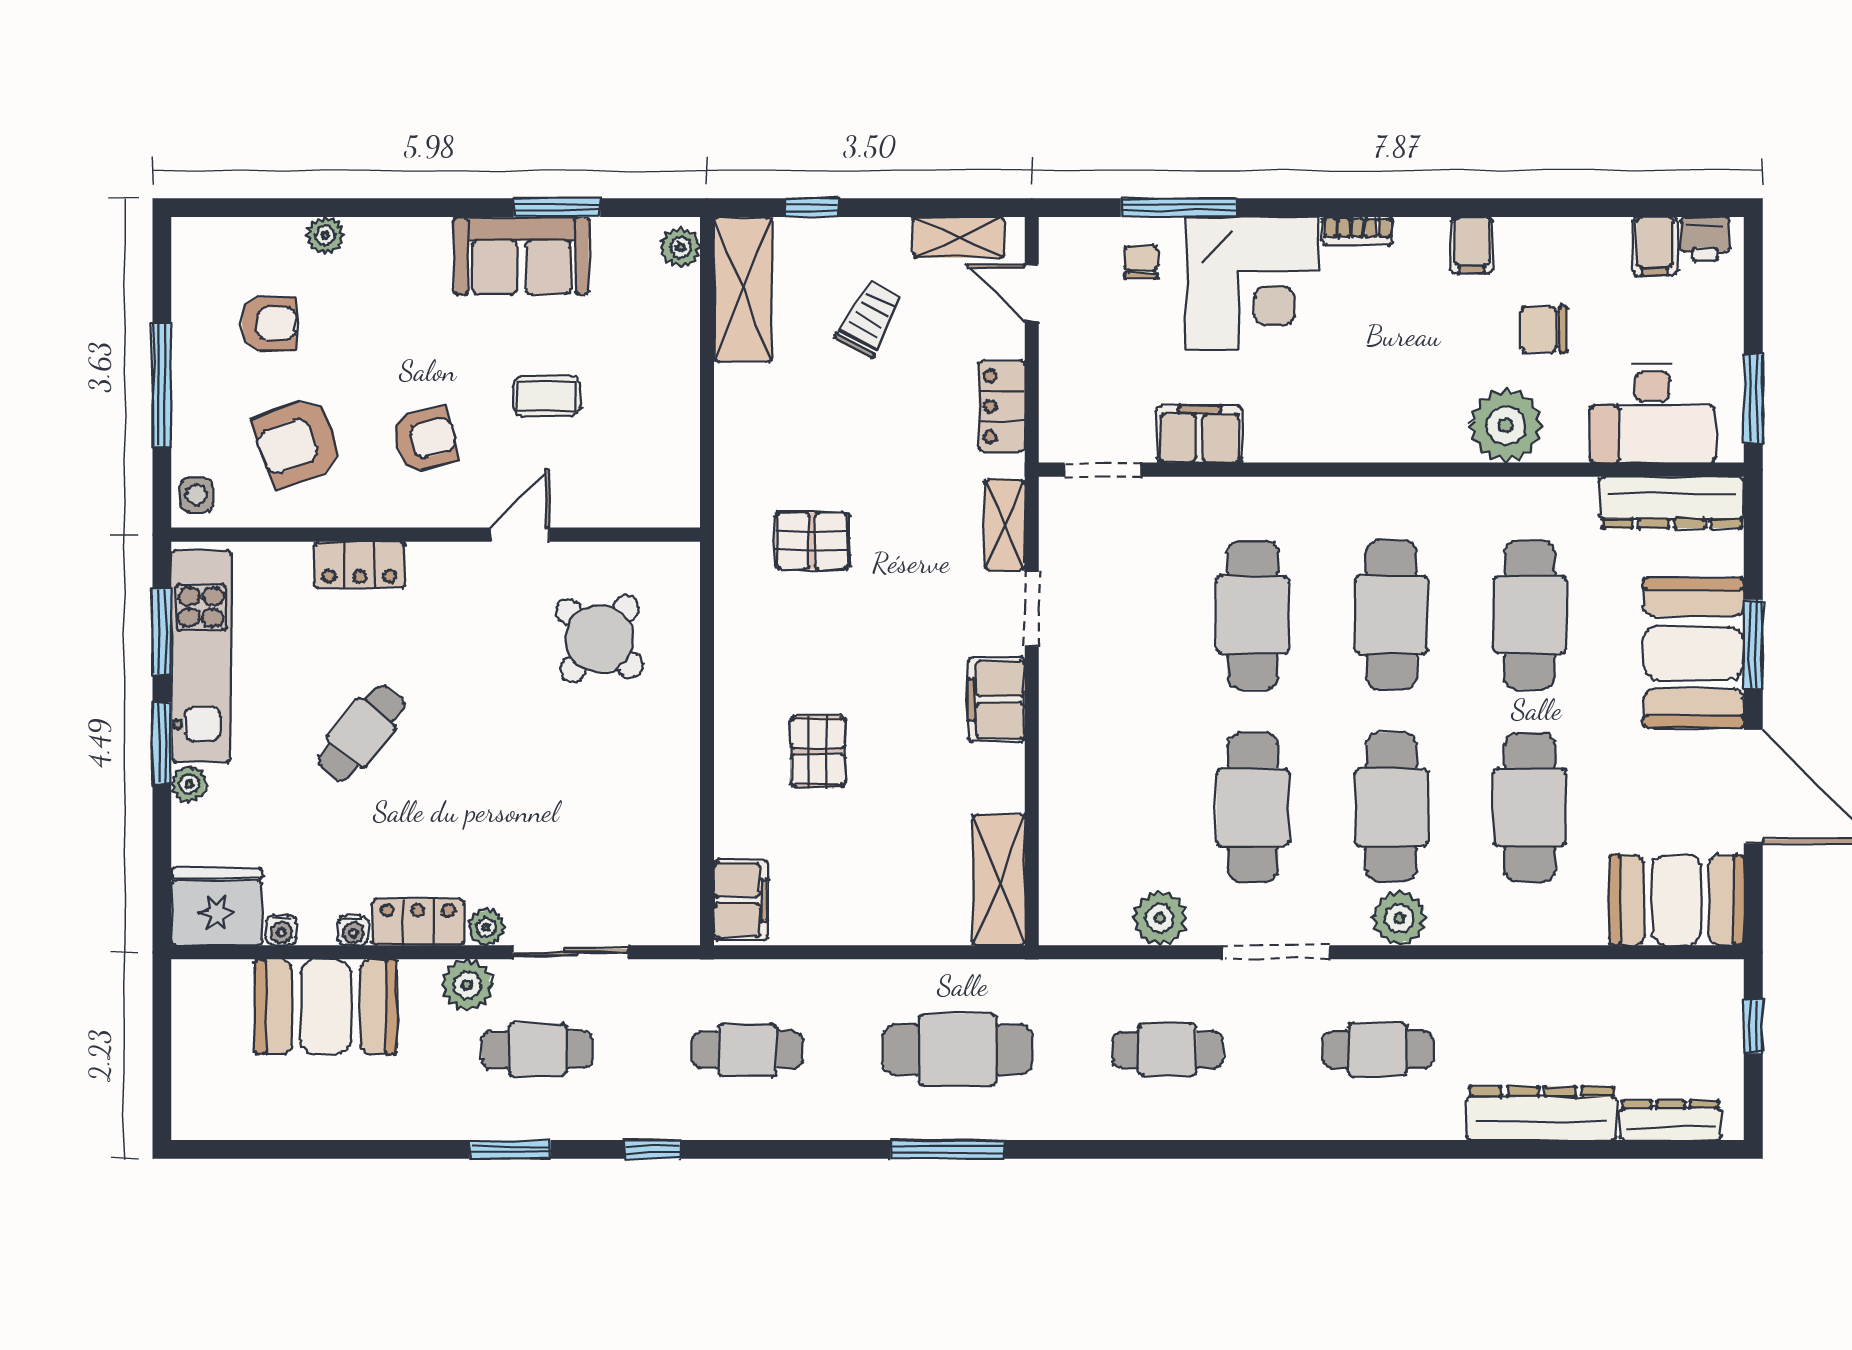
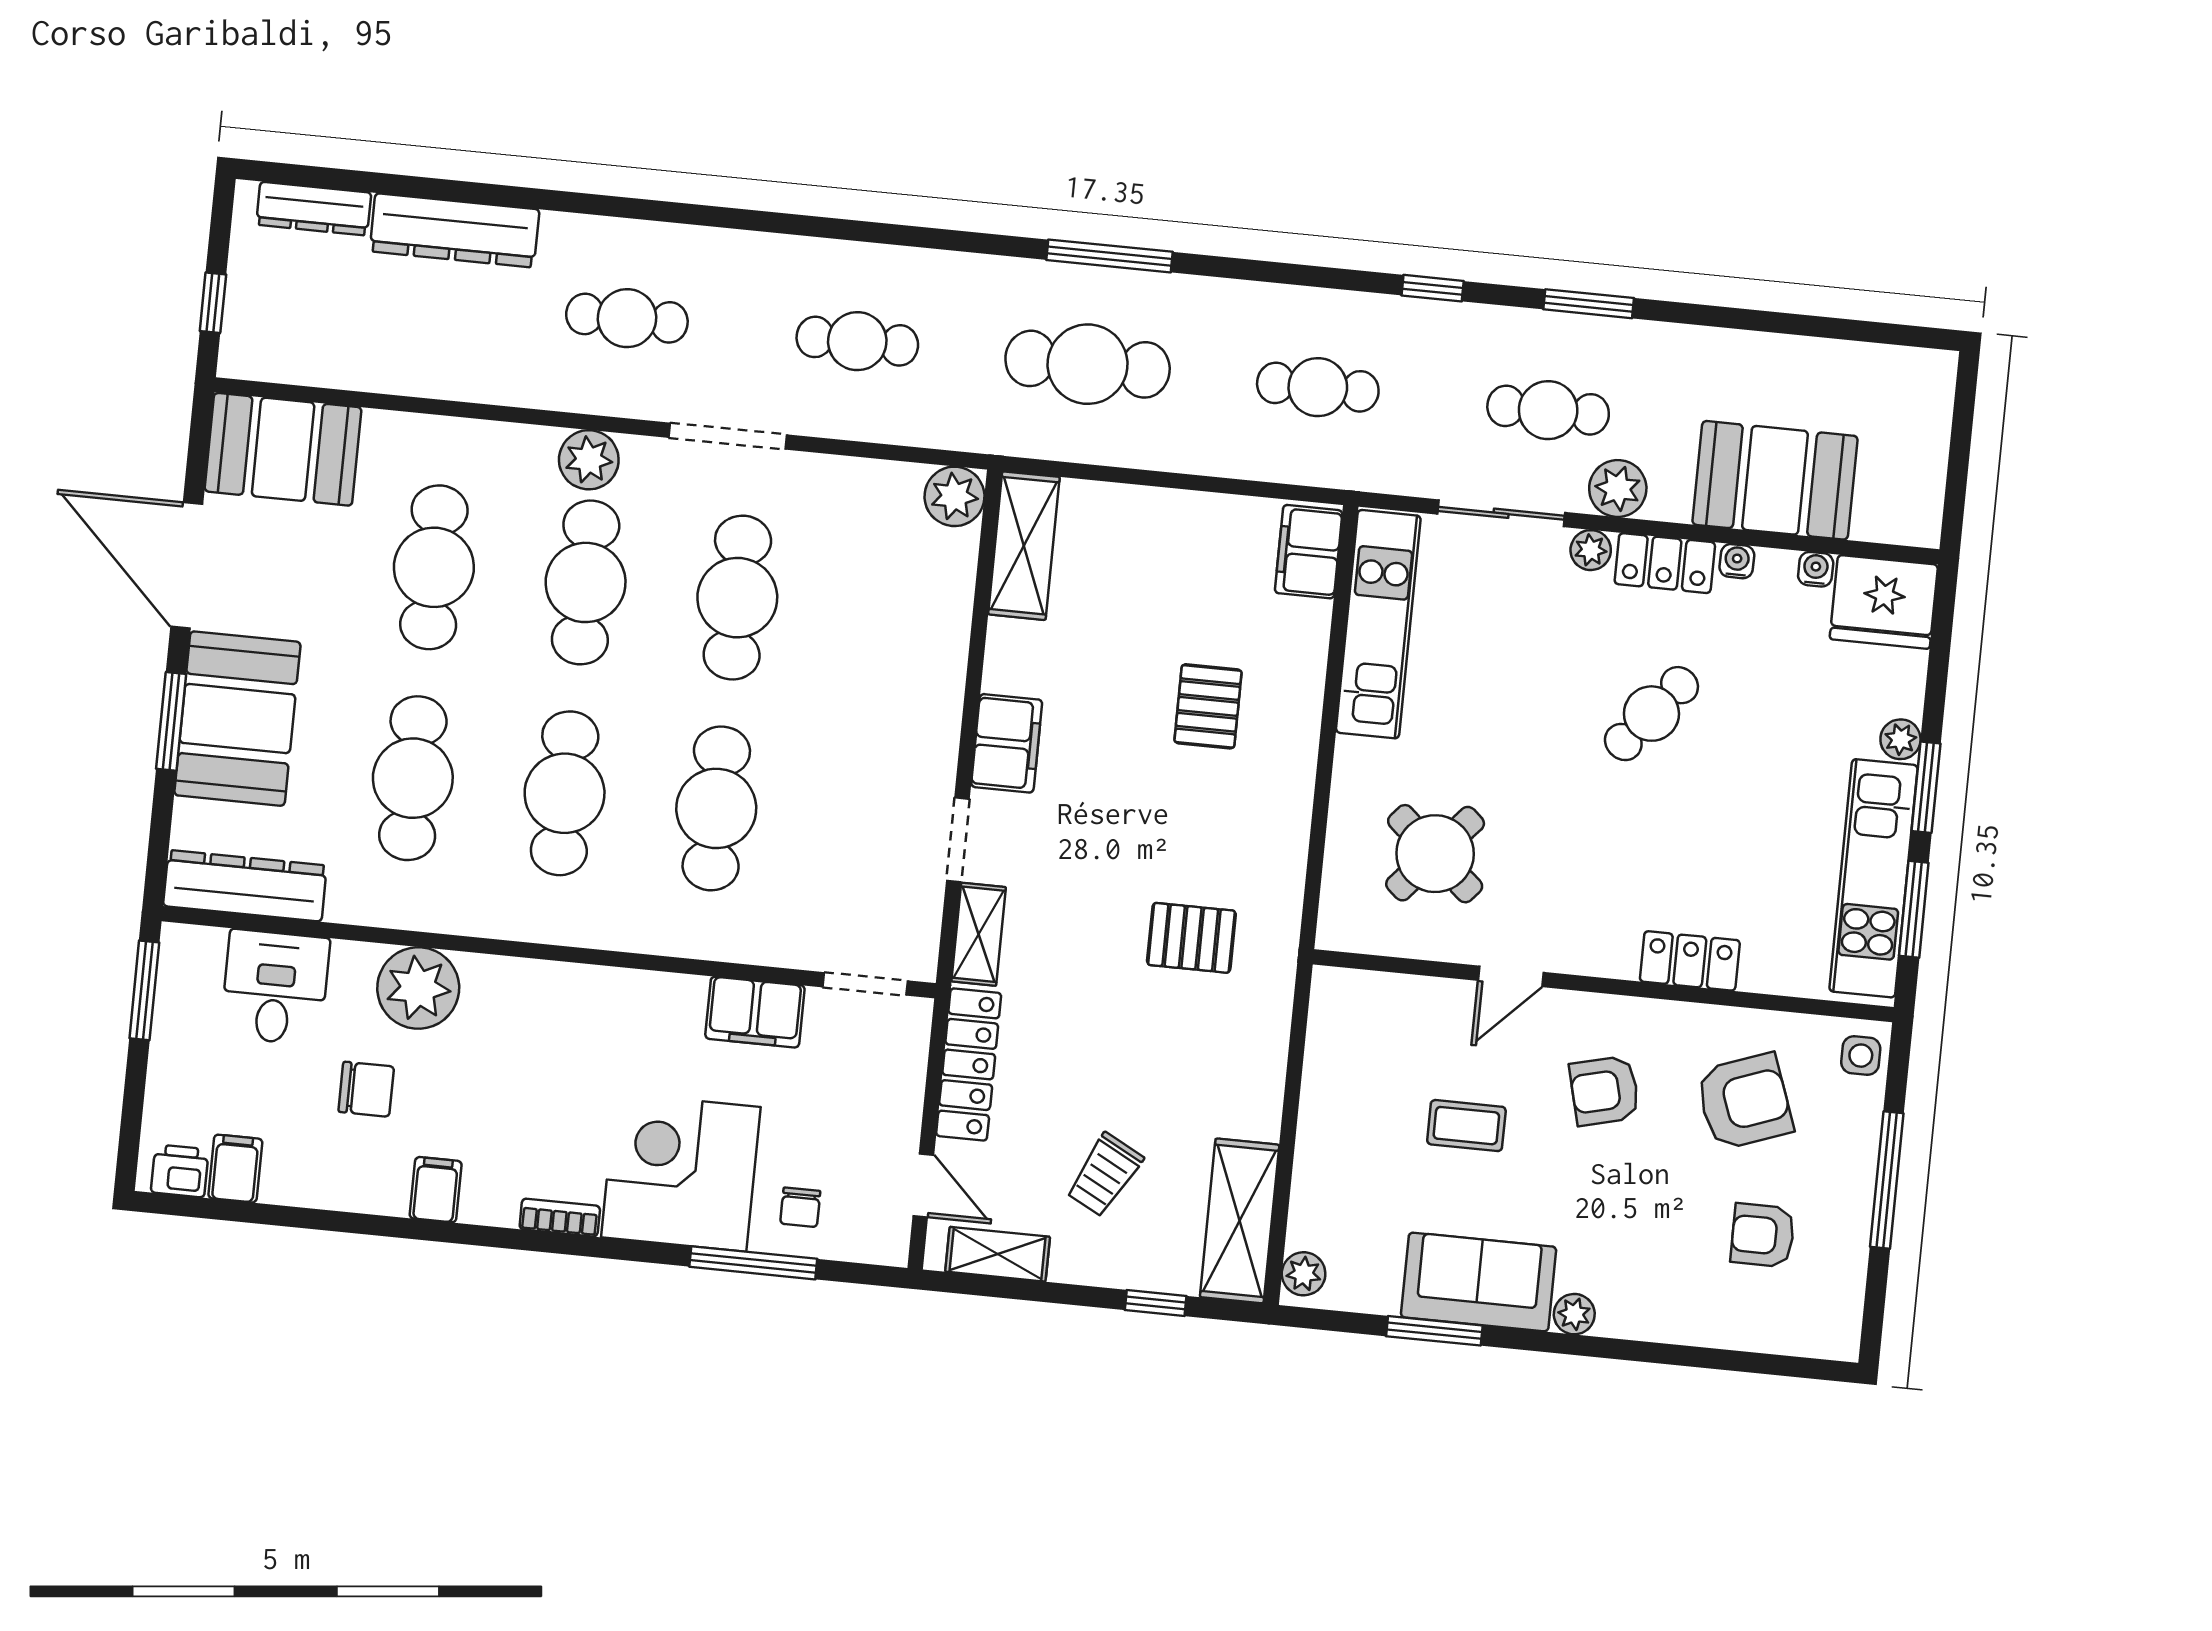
plant: (325, 235) -> (1574, 1314), moved
locker: (1002, 406) -> (969, 1064), width x1.53
desk: (1652, 413) -> (275, 987), width x0.73
cafe table: (361, 733) -> (1651, 714), moved
kitchen unit: (671, 841) -> (1378, 624), added
plant: (1160, 918) -> (954, 496), moved

